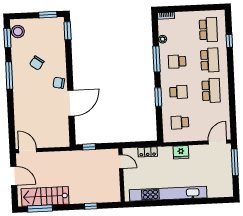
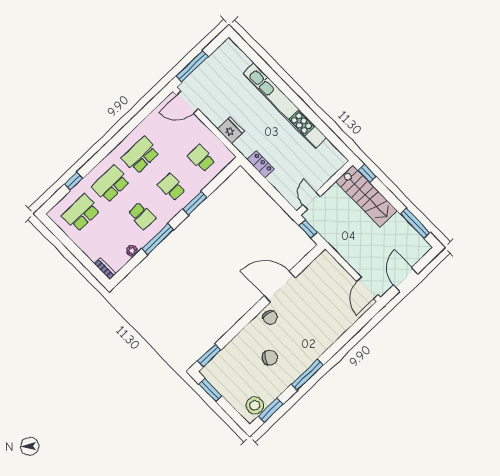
school desk: (180, 122) -> (201, 158), turned 180
door: (121, 162) -> (312, 201), moved
wall: (121, 175) -> (325, 188), moved
stairs: (45, 196) -> (366, 196), moved

